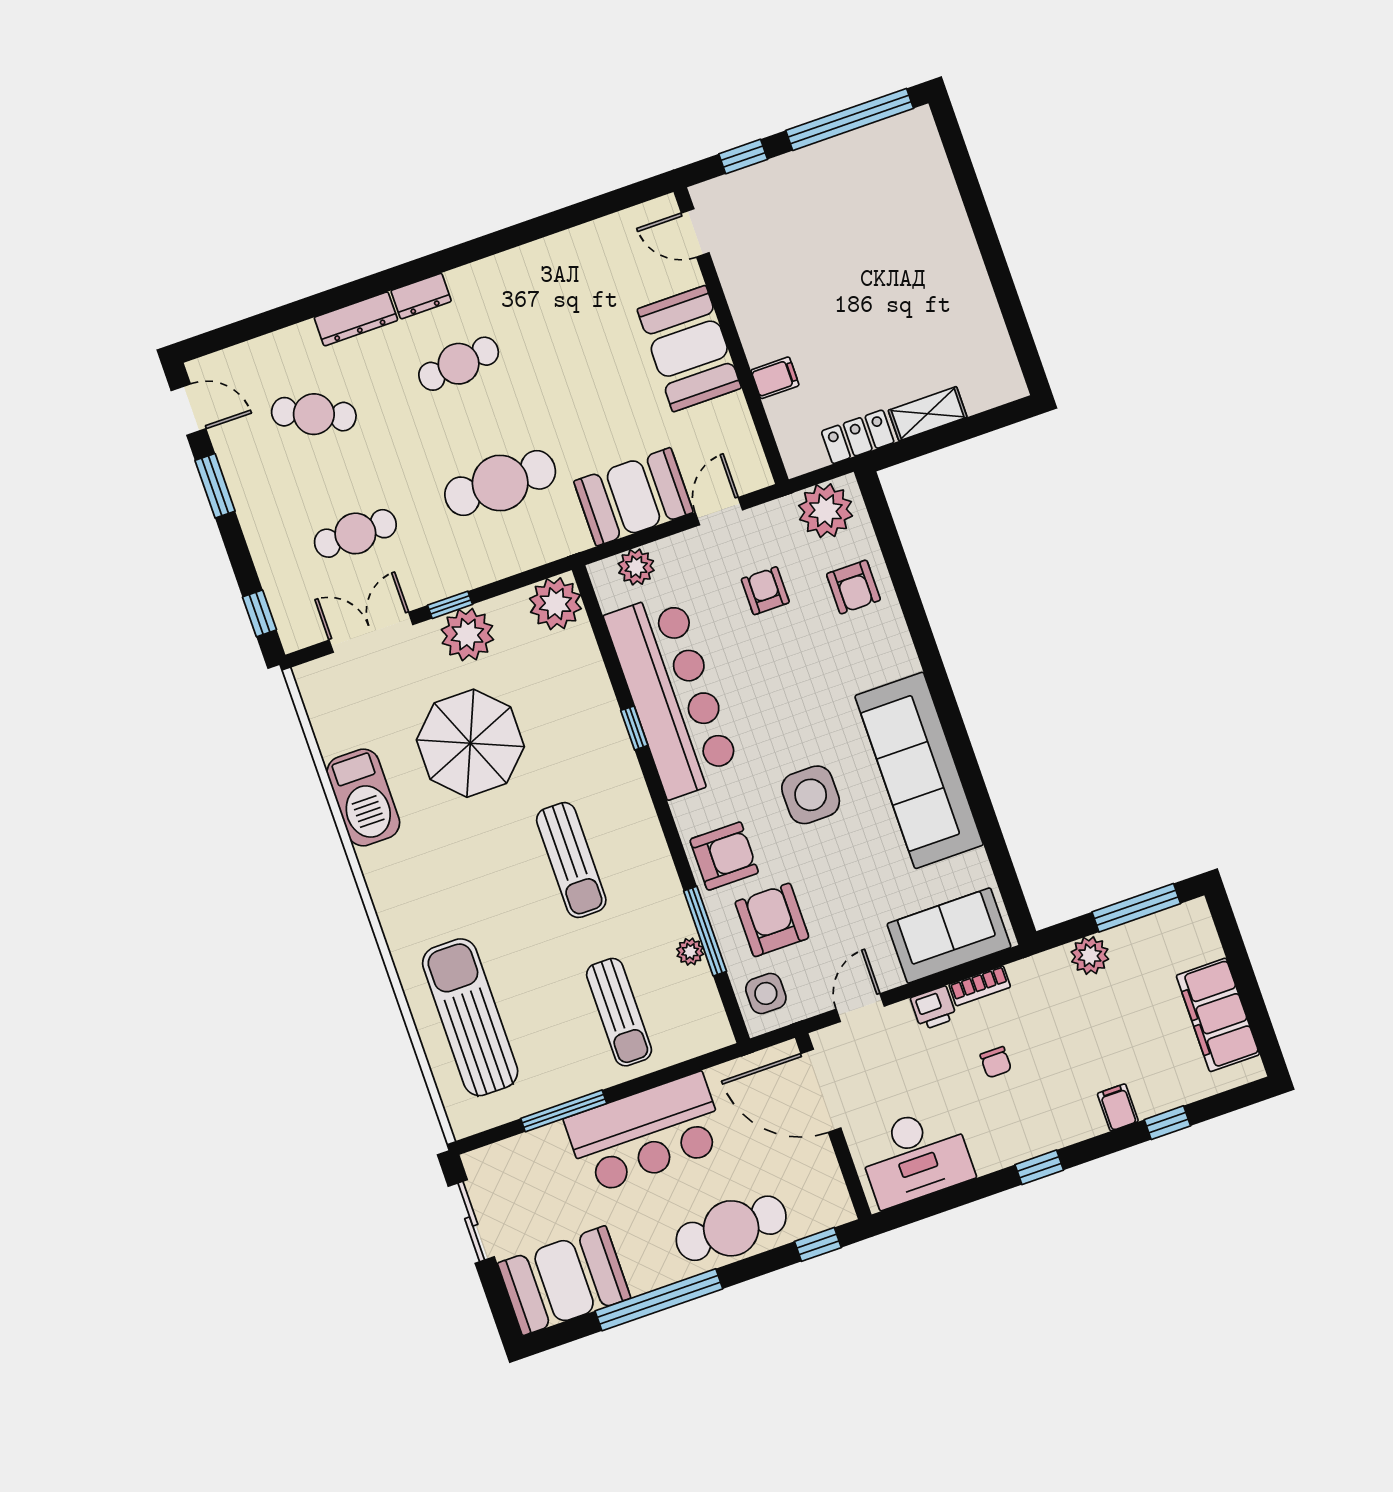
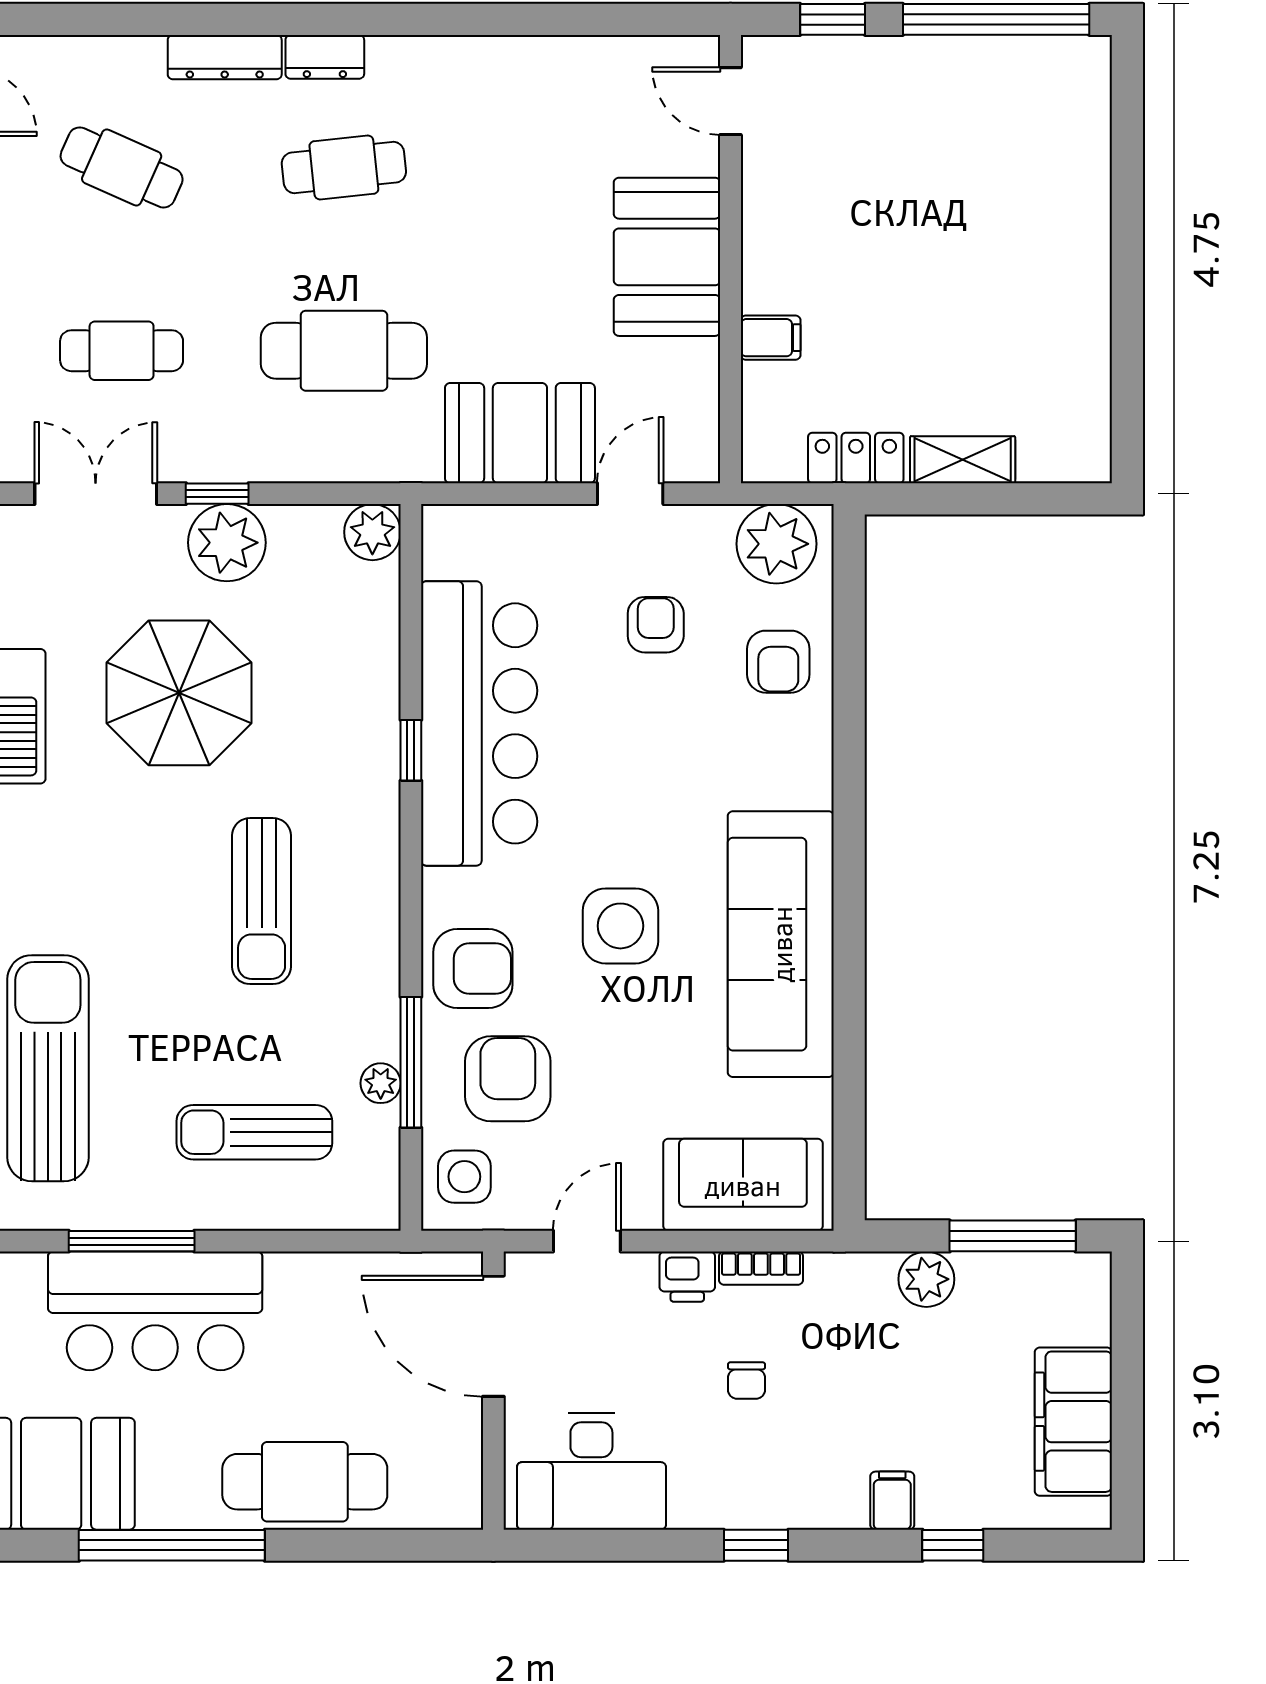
plant: (636, 567) -> (490, 531), removed
plant: (555, 604) -> (372, 532), width x0.73, depth x0.73
sun lounger: (619, 1012) -> (254, 1132), turned 90
bar counter: (646, 1133) -> (155, 1311), moved
window: (818, 1244) -> (416, 1545), removed

